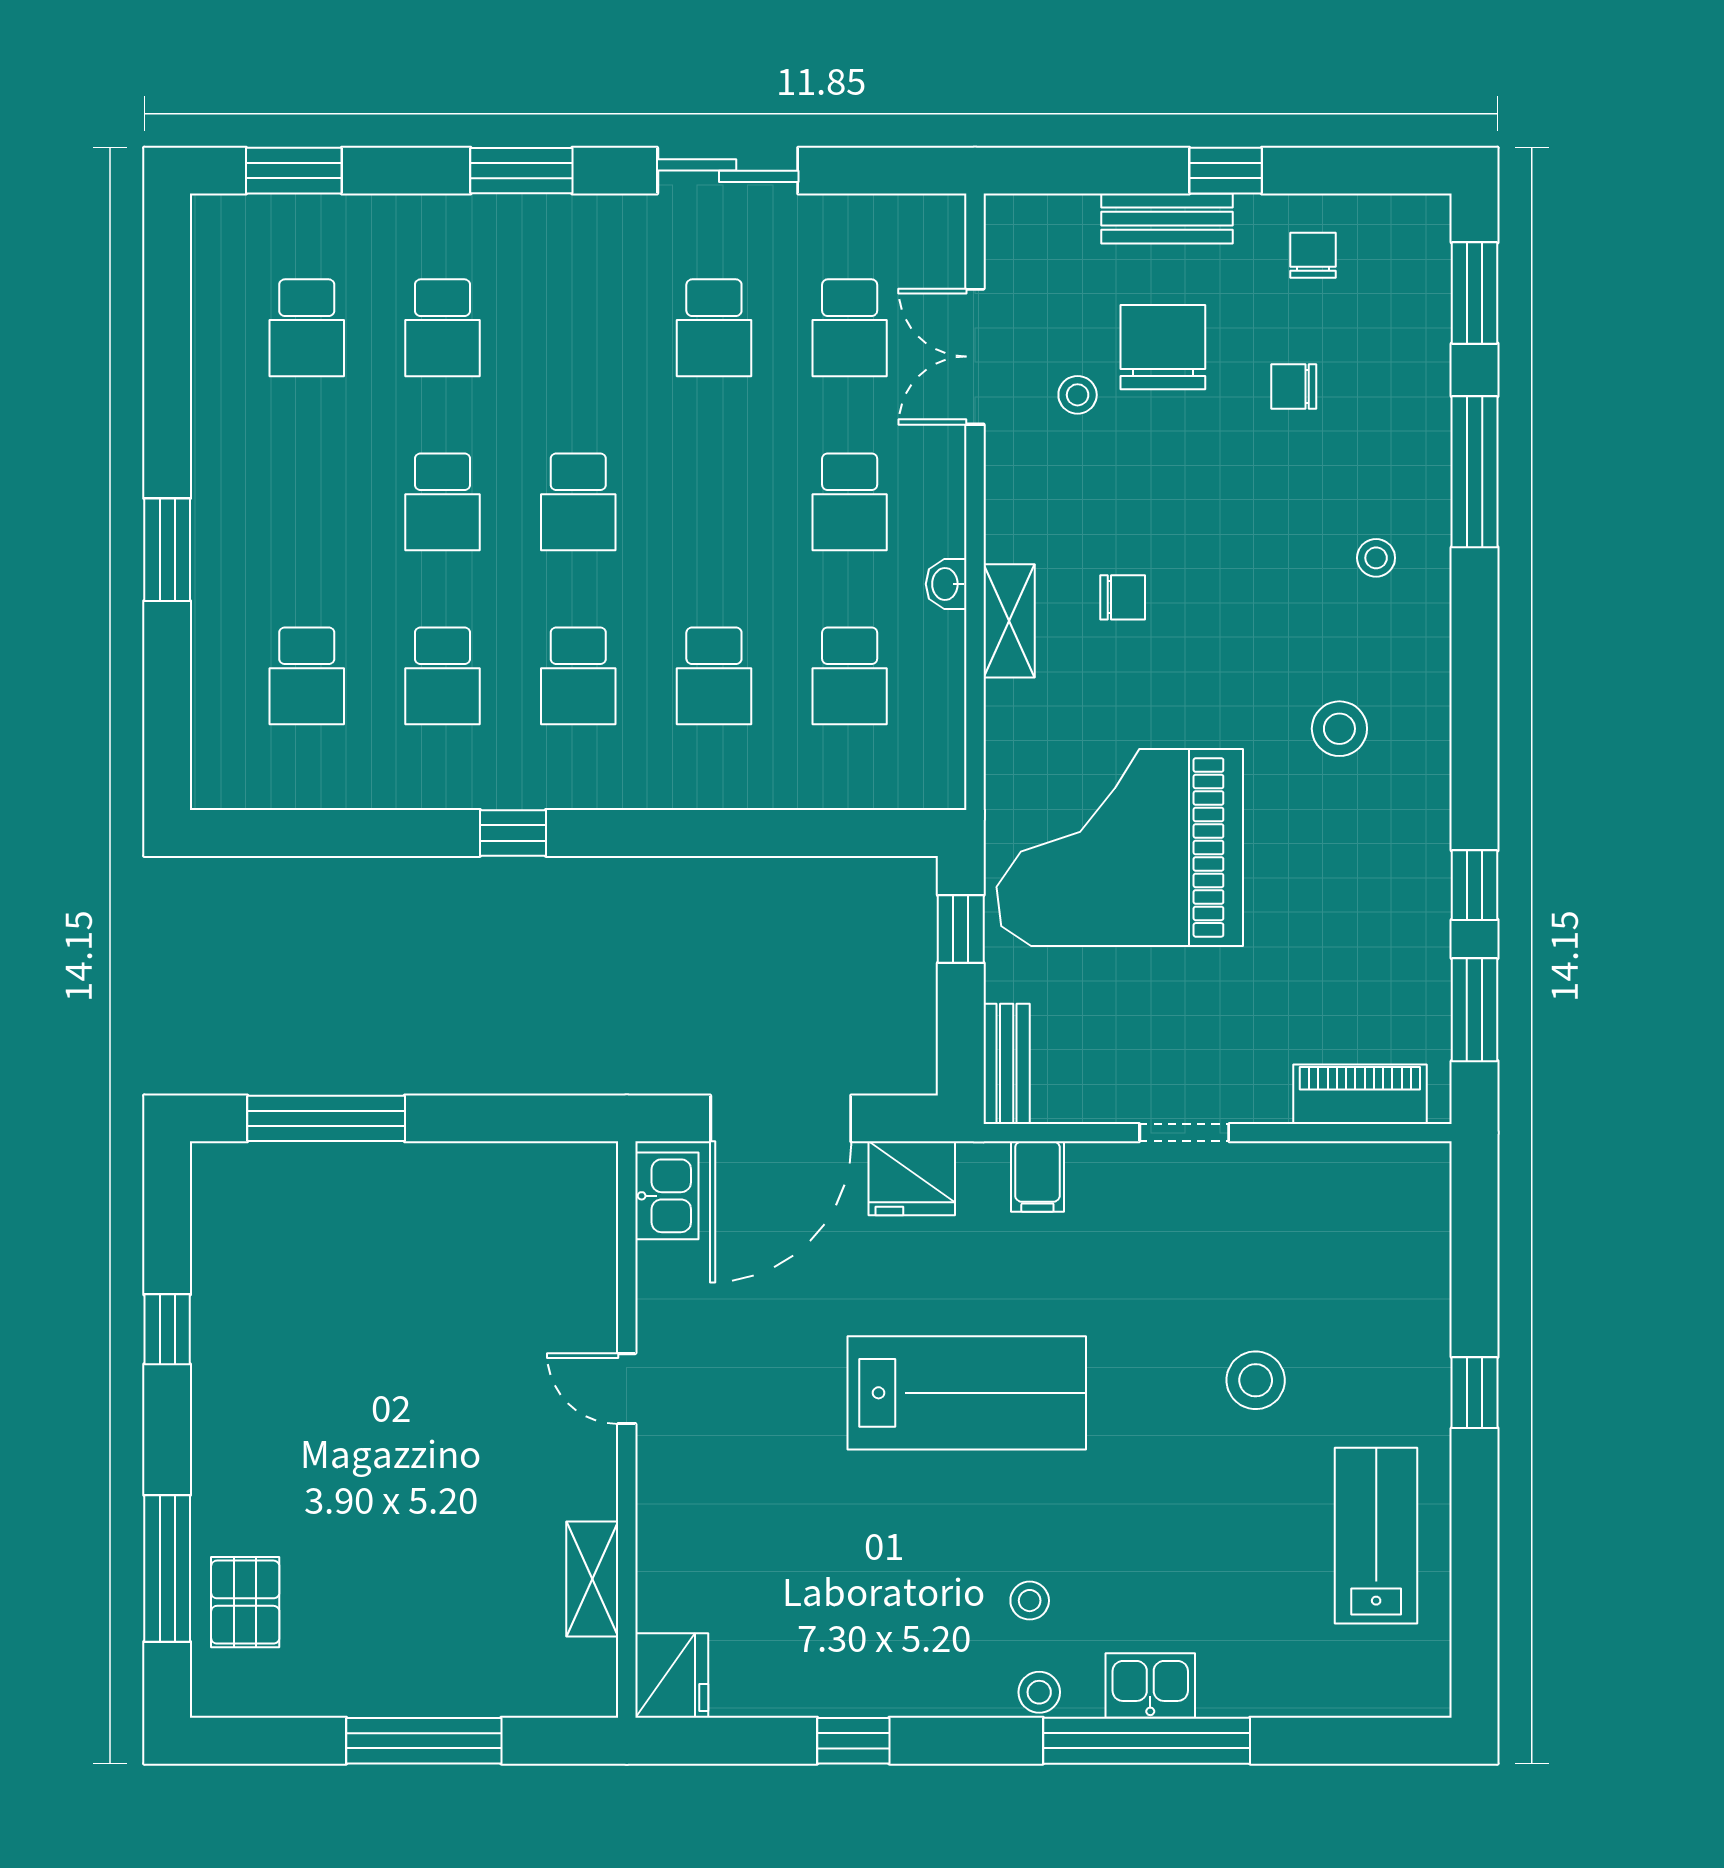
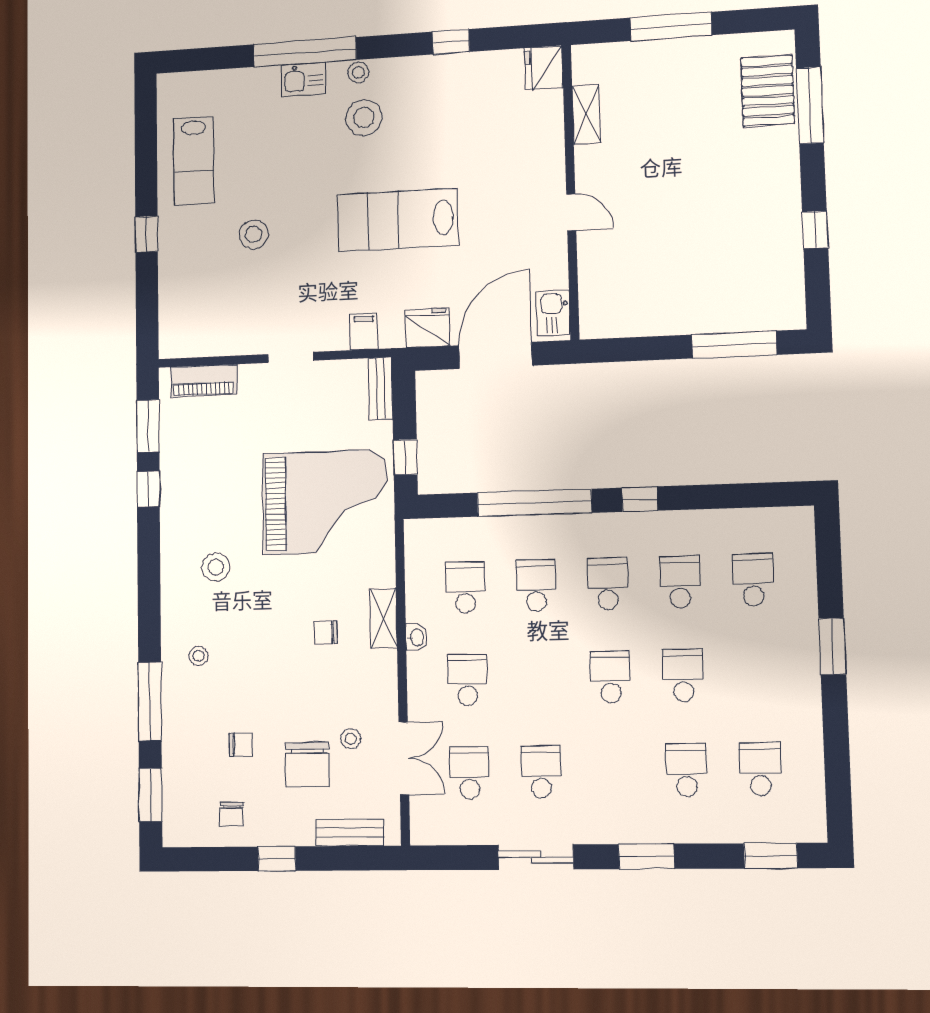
bench: (1167, 219) -> (350, 833), moved
window: (713, 833) -> (534, 503), added
stool: (1030, 1601) -> (364, 118), width x1.89, depth x1.89
pallet: (245, 1602) -> (768, 91), width x1.50, depth x1.42

